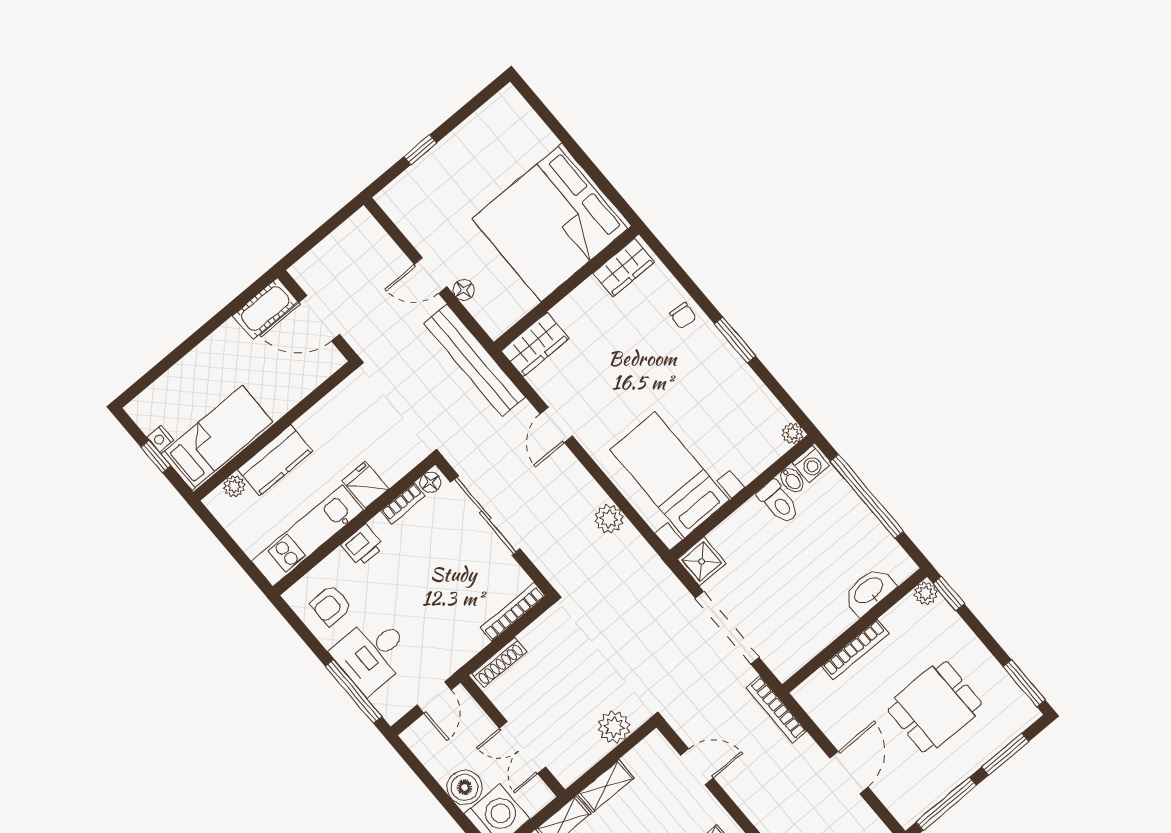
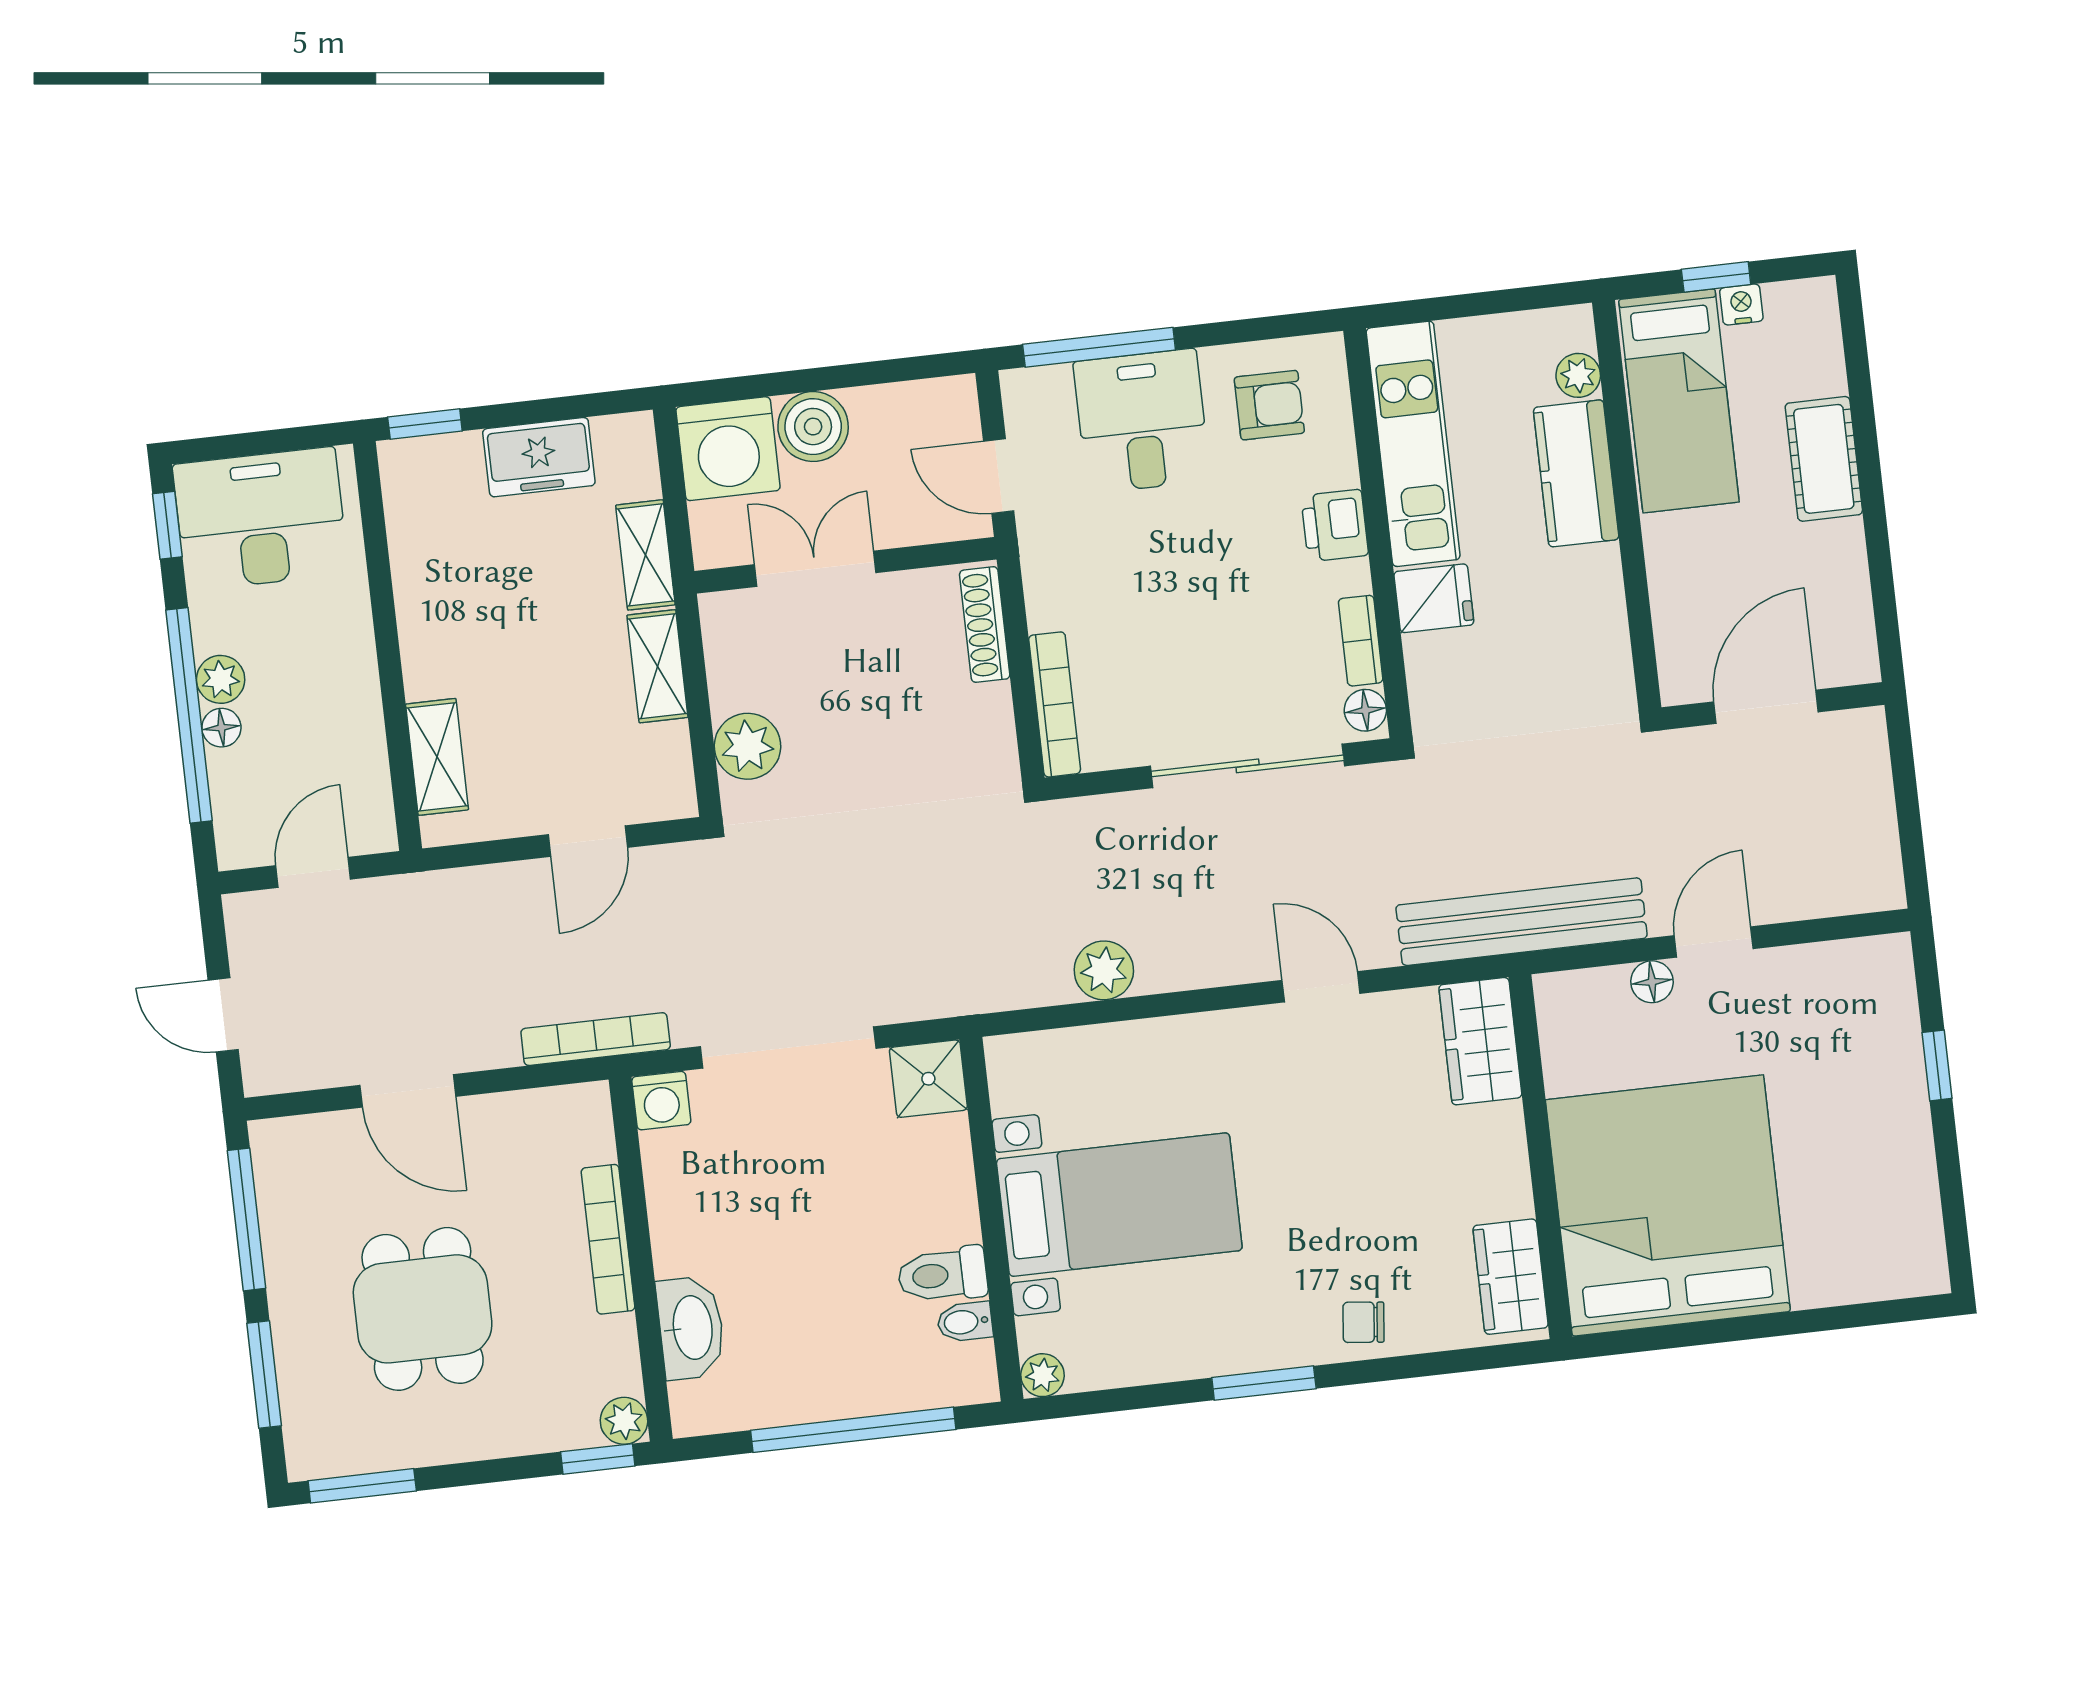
cot: (265, 309) -> (1824, 459), moved
washing machine: (811, 464) -> (661, 1101), moved, turned -90
bed with nightstands: (670, 475) -> (1119, 1205), moved
armchair: (331, 605) -> (1269, 405), turned 90

